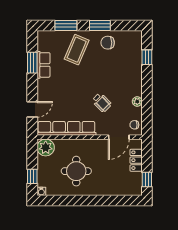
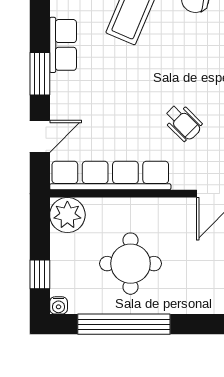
window: (32, 63) -> (40, 74), moved
window: (73, 201) -> (124, 324), added

